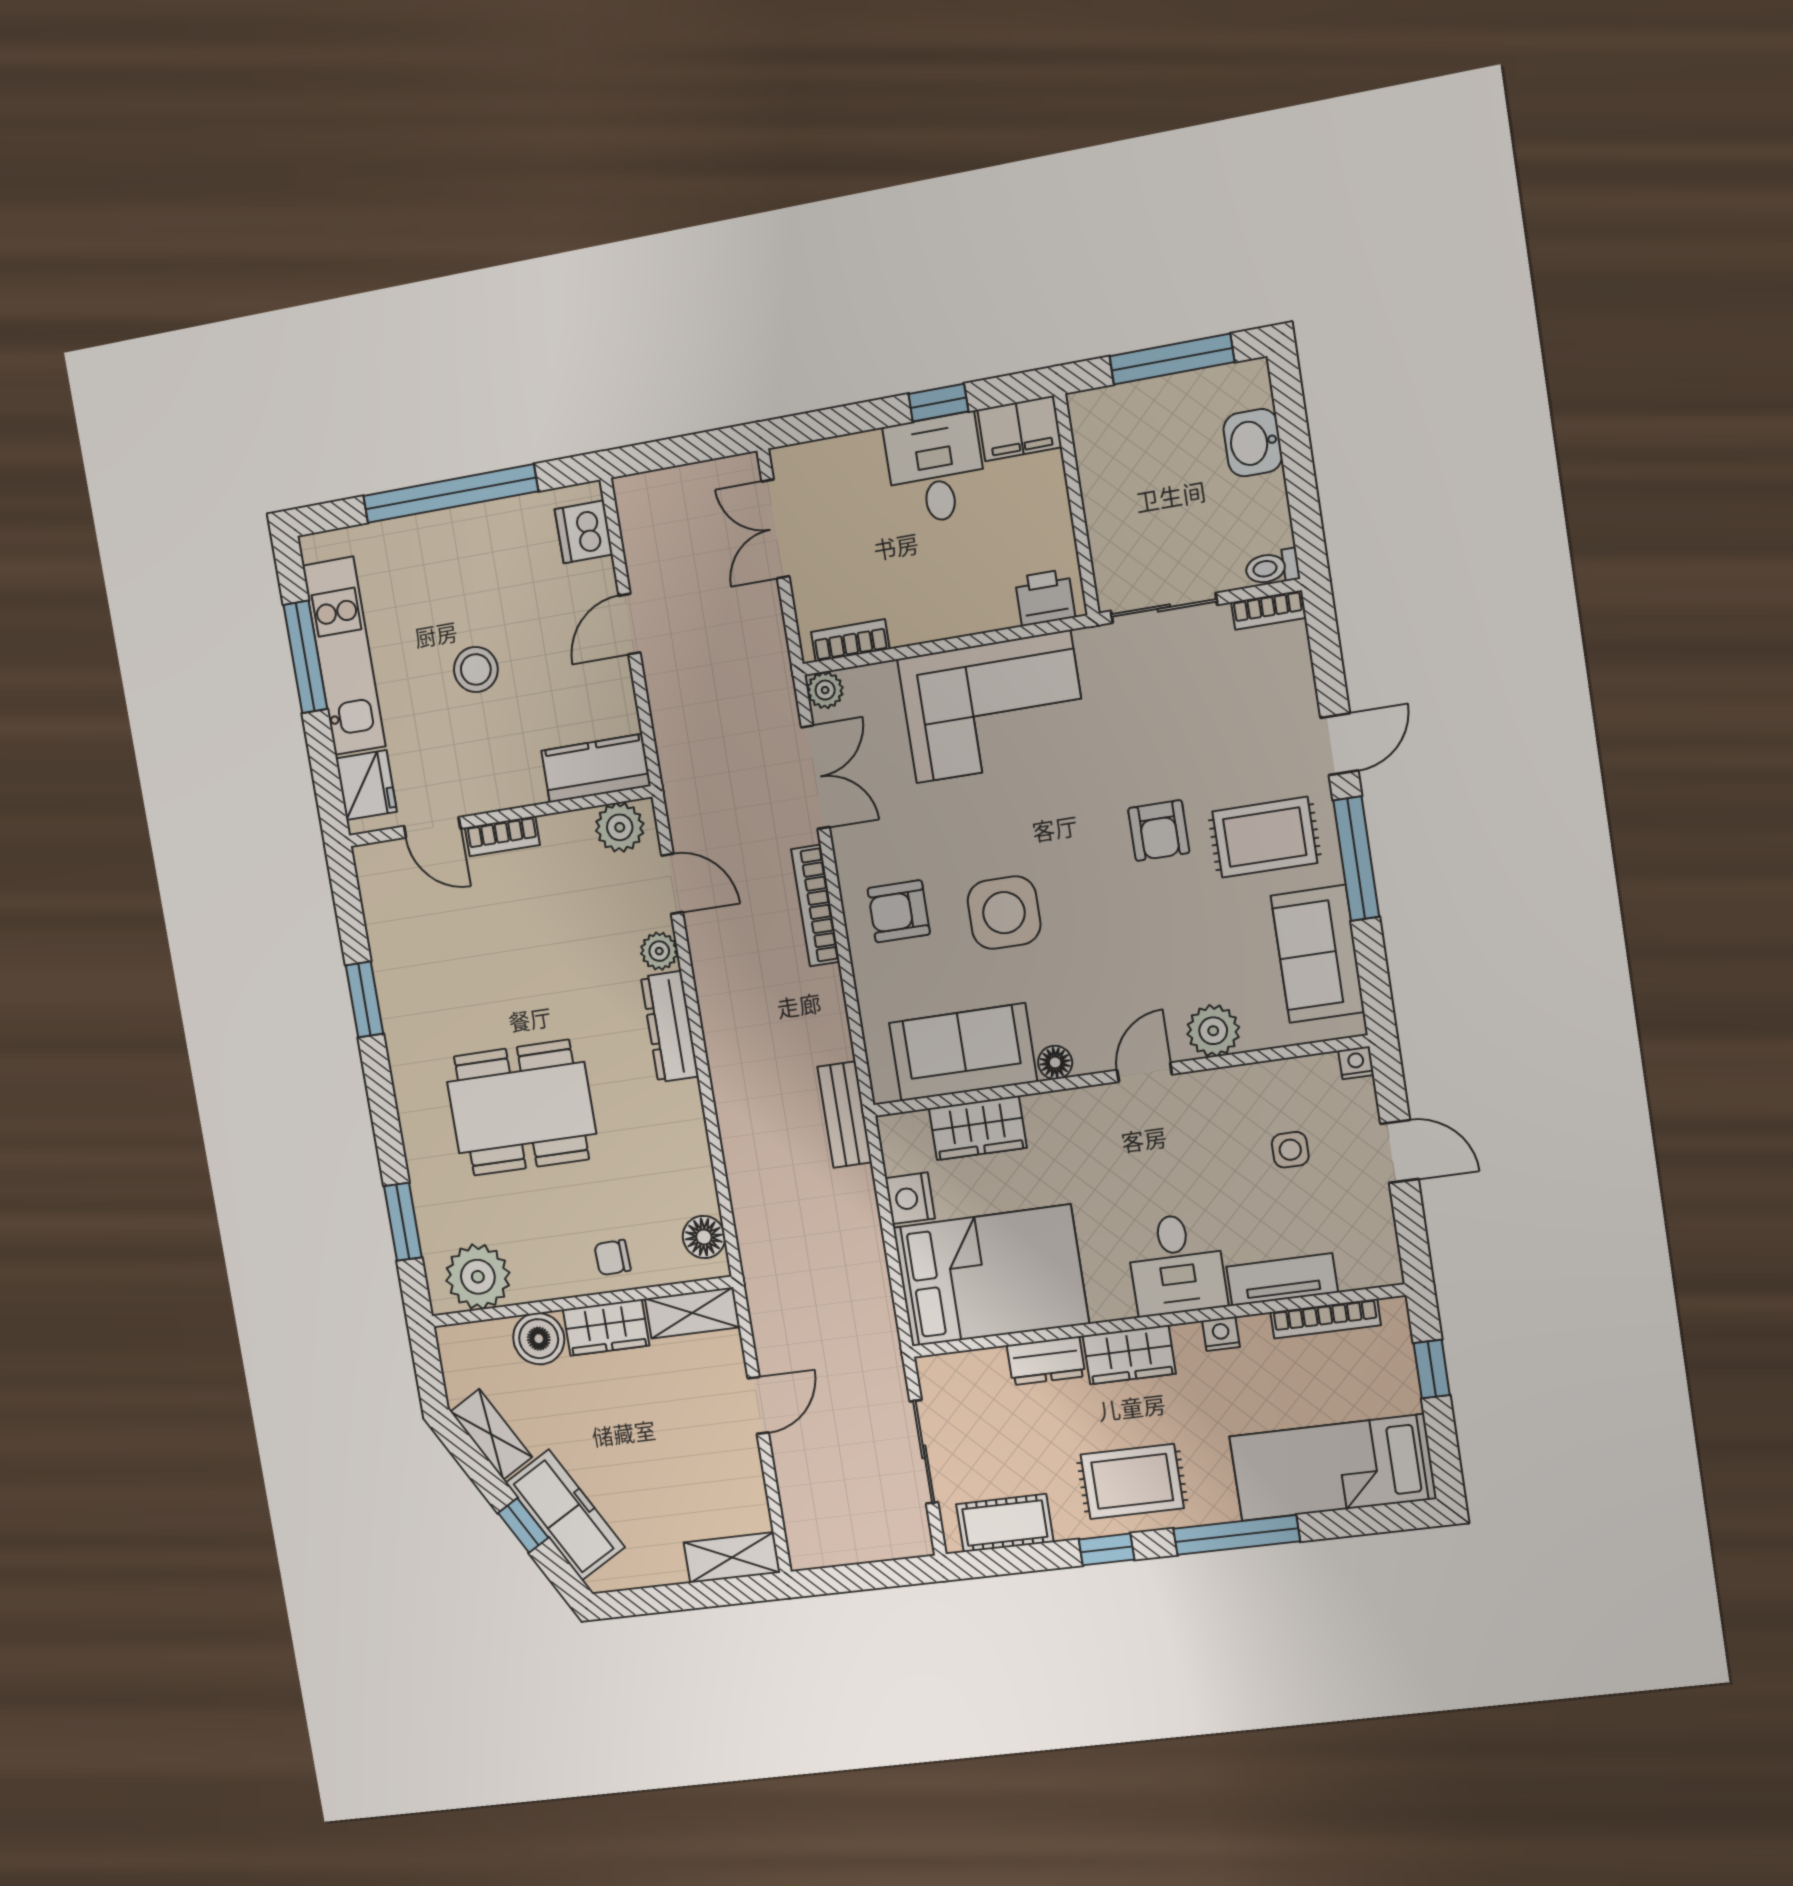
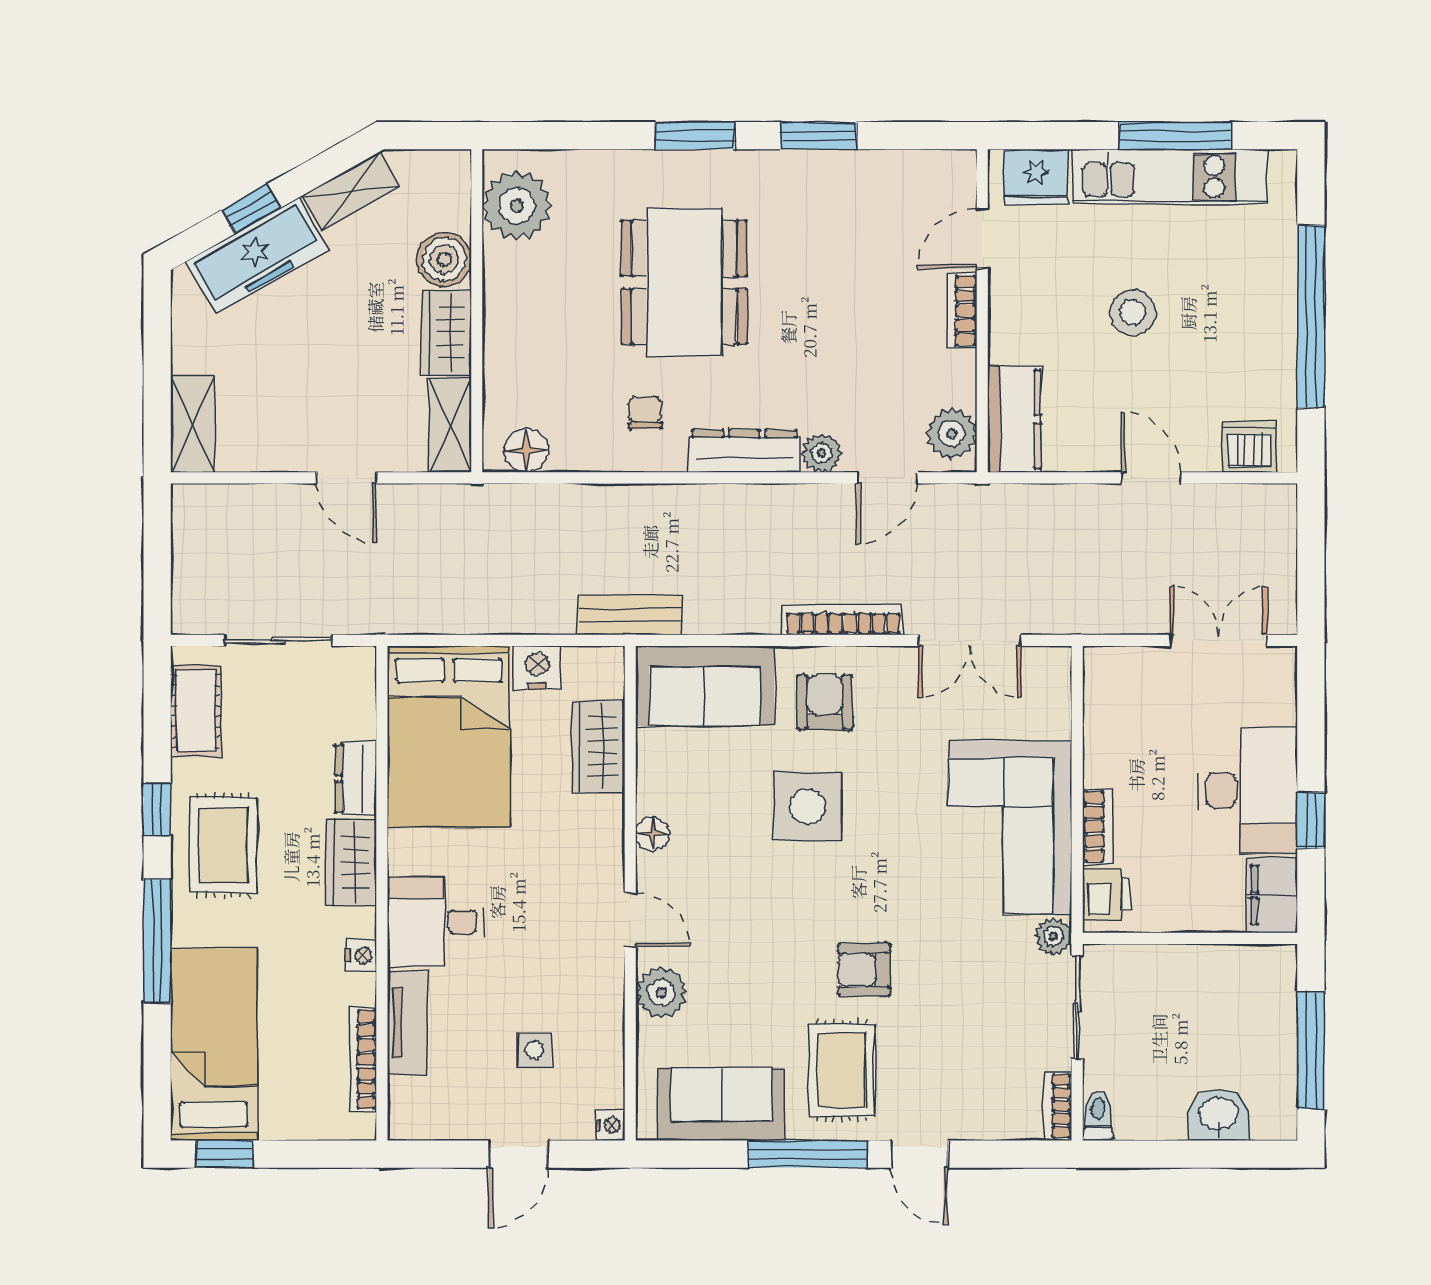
desk: (936, 469) -> (1248, 790), width x1.37
bookcase: (850, 640) -> (1098, 827), moved
plant: (825, 690) -> (1053, 936), moved
sofa: (963, 1052) -> (705, 686), moved, turned 90
window: (403, 1222) -> (695, 136), moved
chair: (612, 1258) -> (645, 413), moved
window: (1432, 1369) -> (225, 1154), moved

